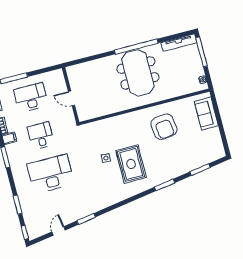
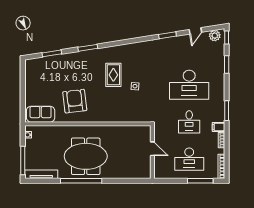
meeting table: (138, 73) -> (86, 156), turned 90
sofa: (206, 114) -> (41, 114), moved, turned -90
rug: (131, 164) -> (113, 75), width x0.73, depth x0.70
plant: (37, 231) -> (215, 36), added

